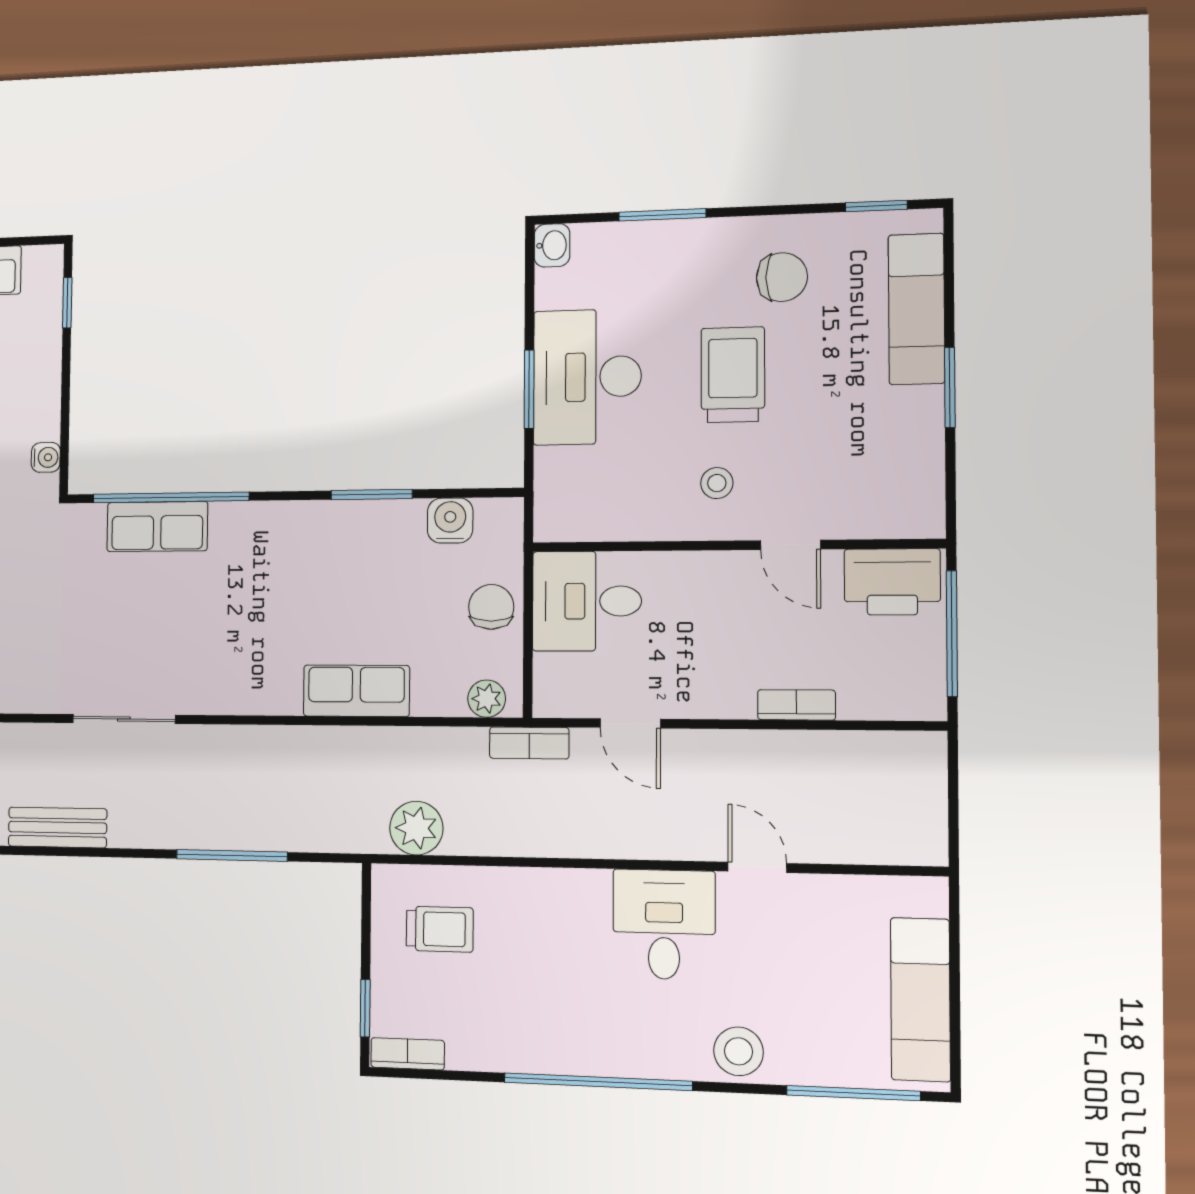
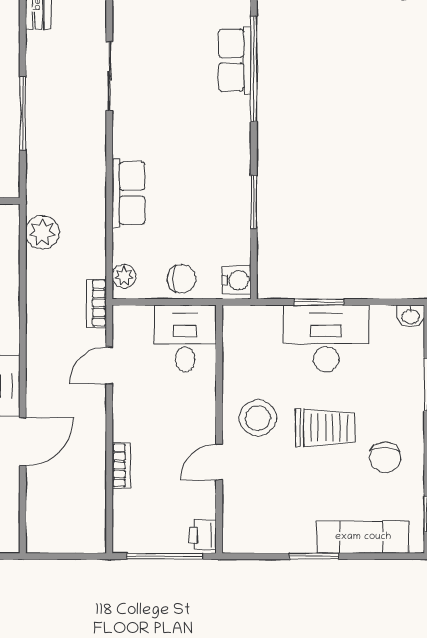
stool: (717, 483) -> (258, 418), width x1.89, depth x1.89
water cooler: (450, 520) -> (237, 280), moved
printer: (892, 582) -> (203, 535), width x0.53, depth x0.68
sliding door: (124, 719) -> (109, 76), moved
door: (757, 867) -> (23, 442), width x1.38

